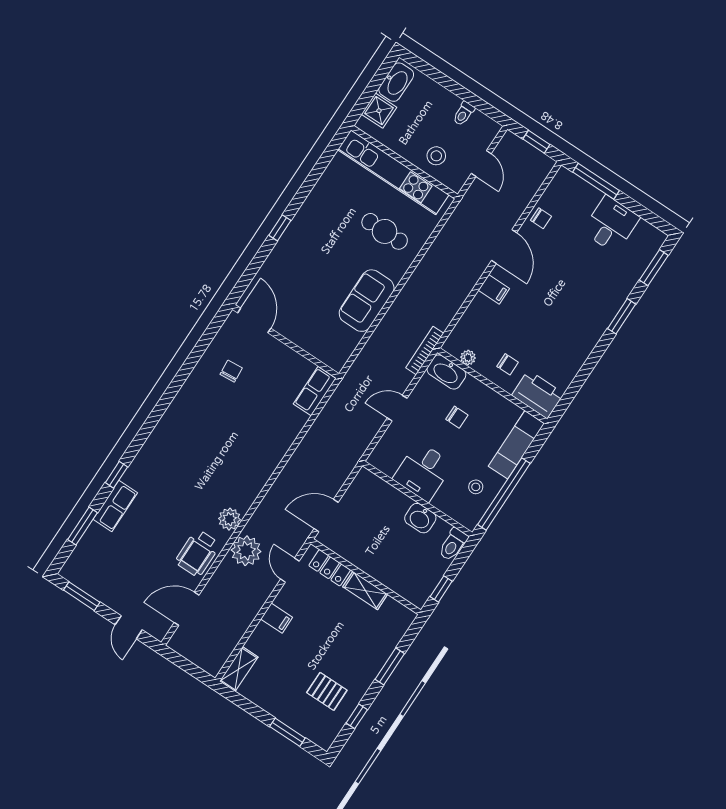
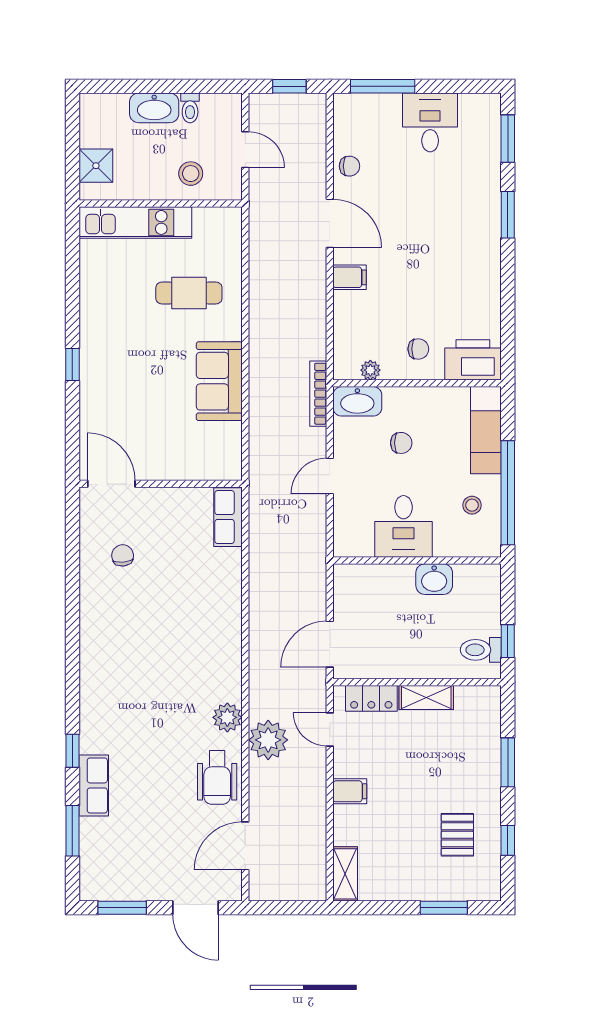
washbasin: (396, 82) -> (154, 108), moved, turned 90
kitchen unit: (393, 172) -> (135, 222), width x0.73
toilet: (453, 544) -> (481, 650), moved, turned 90
door: (129, 627) -> (196, 908), width x1.38
pallet: (327, 691) -> (457, 835), turned 90

